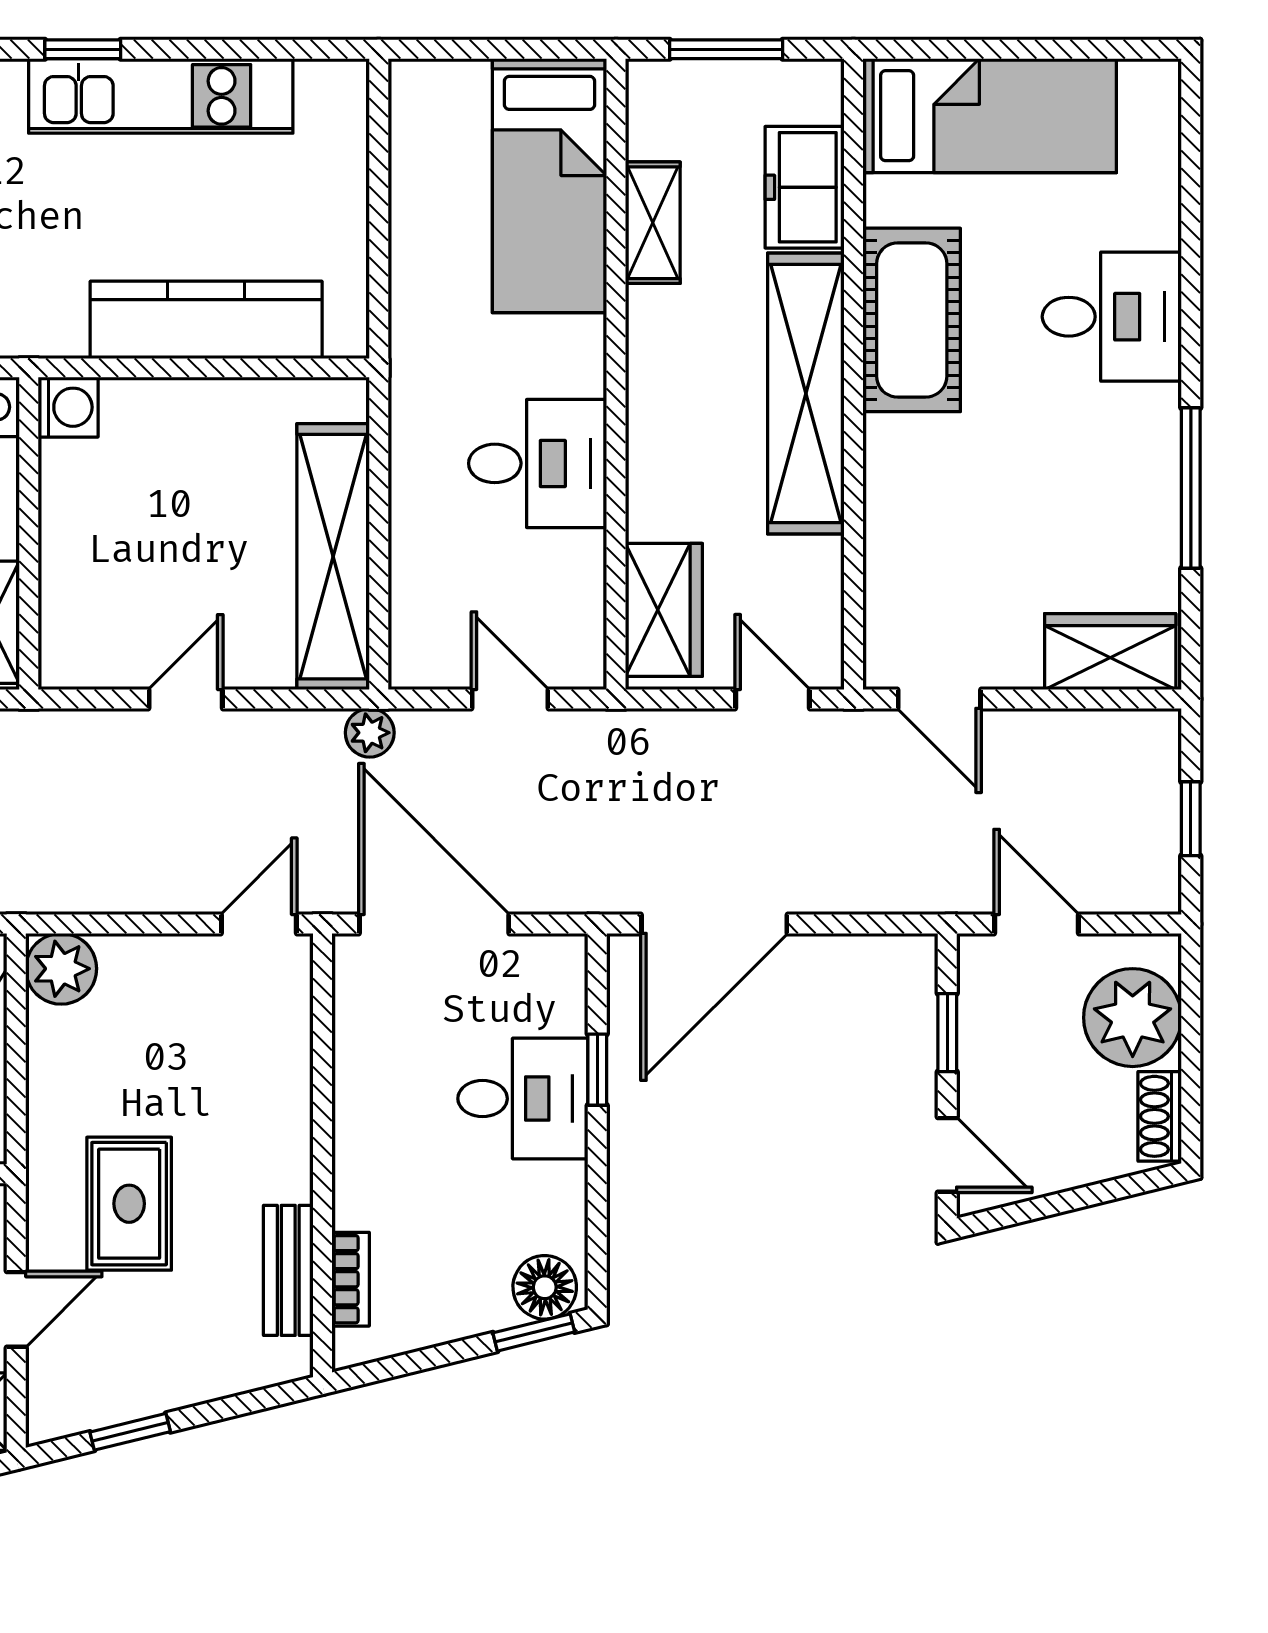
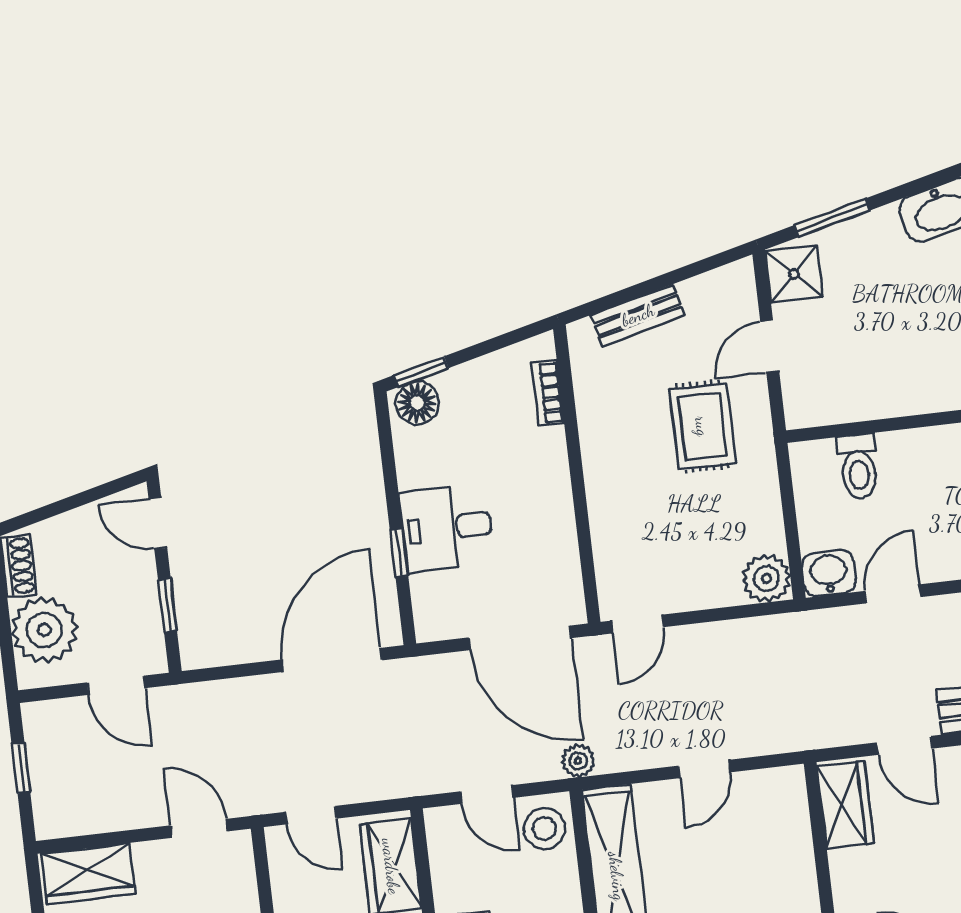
stool: (431, 639) -> (544, 829), added
bench: (288, 1270) -> (638, 315), moved, turned 76
window: (130, 1432) -> (684, 273), removed

